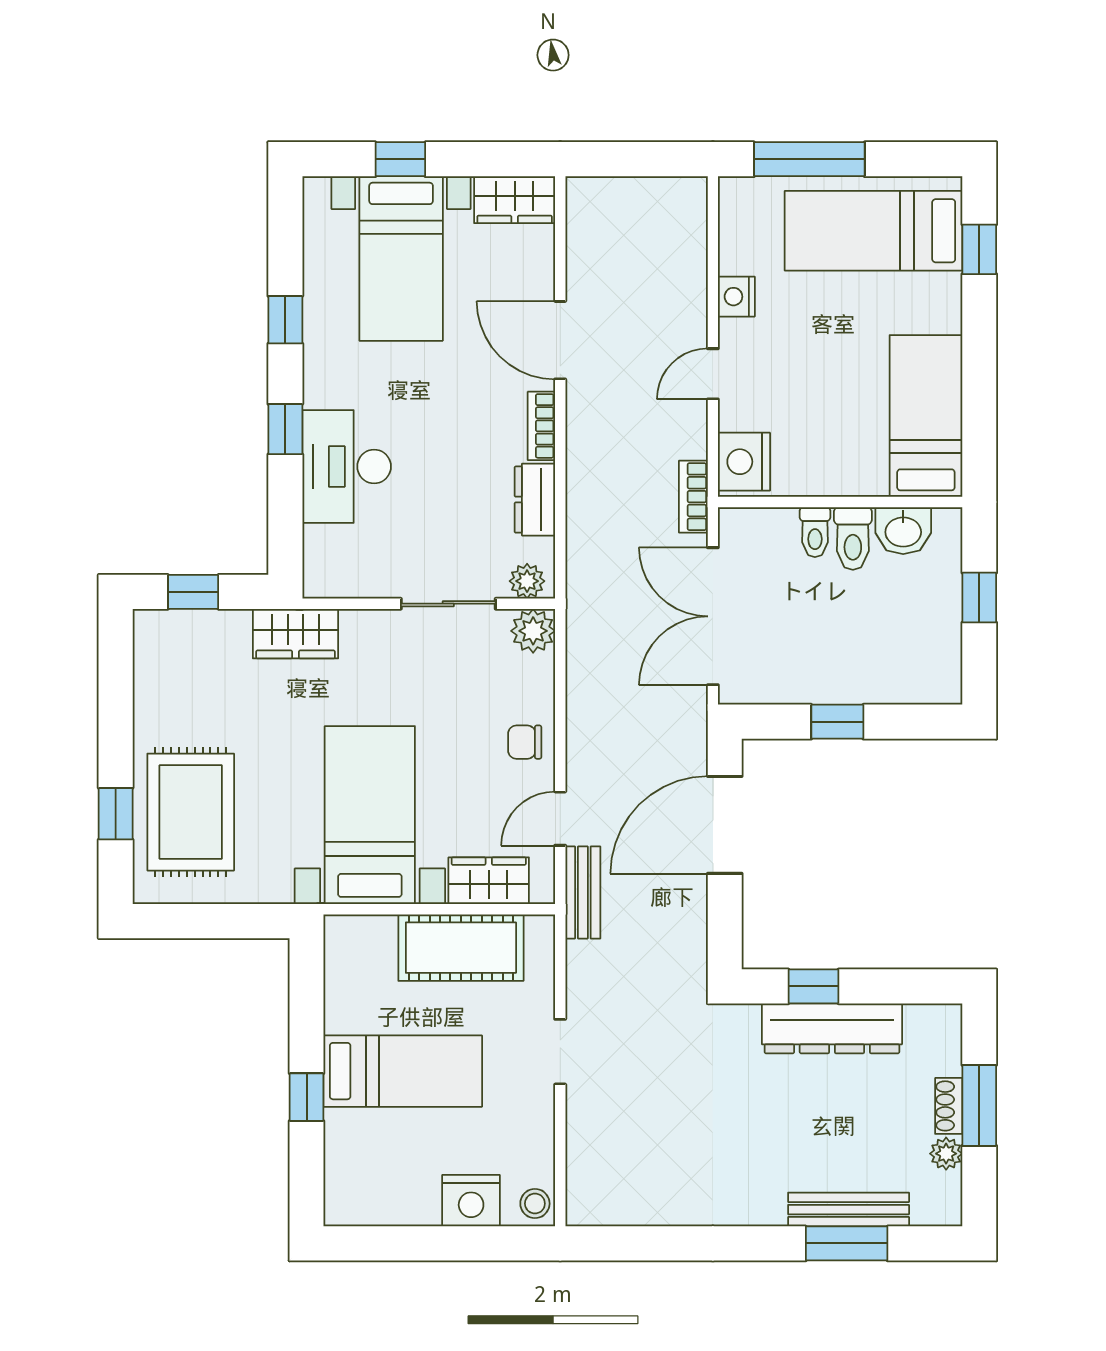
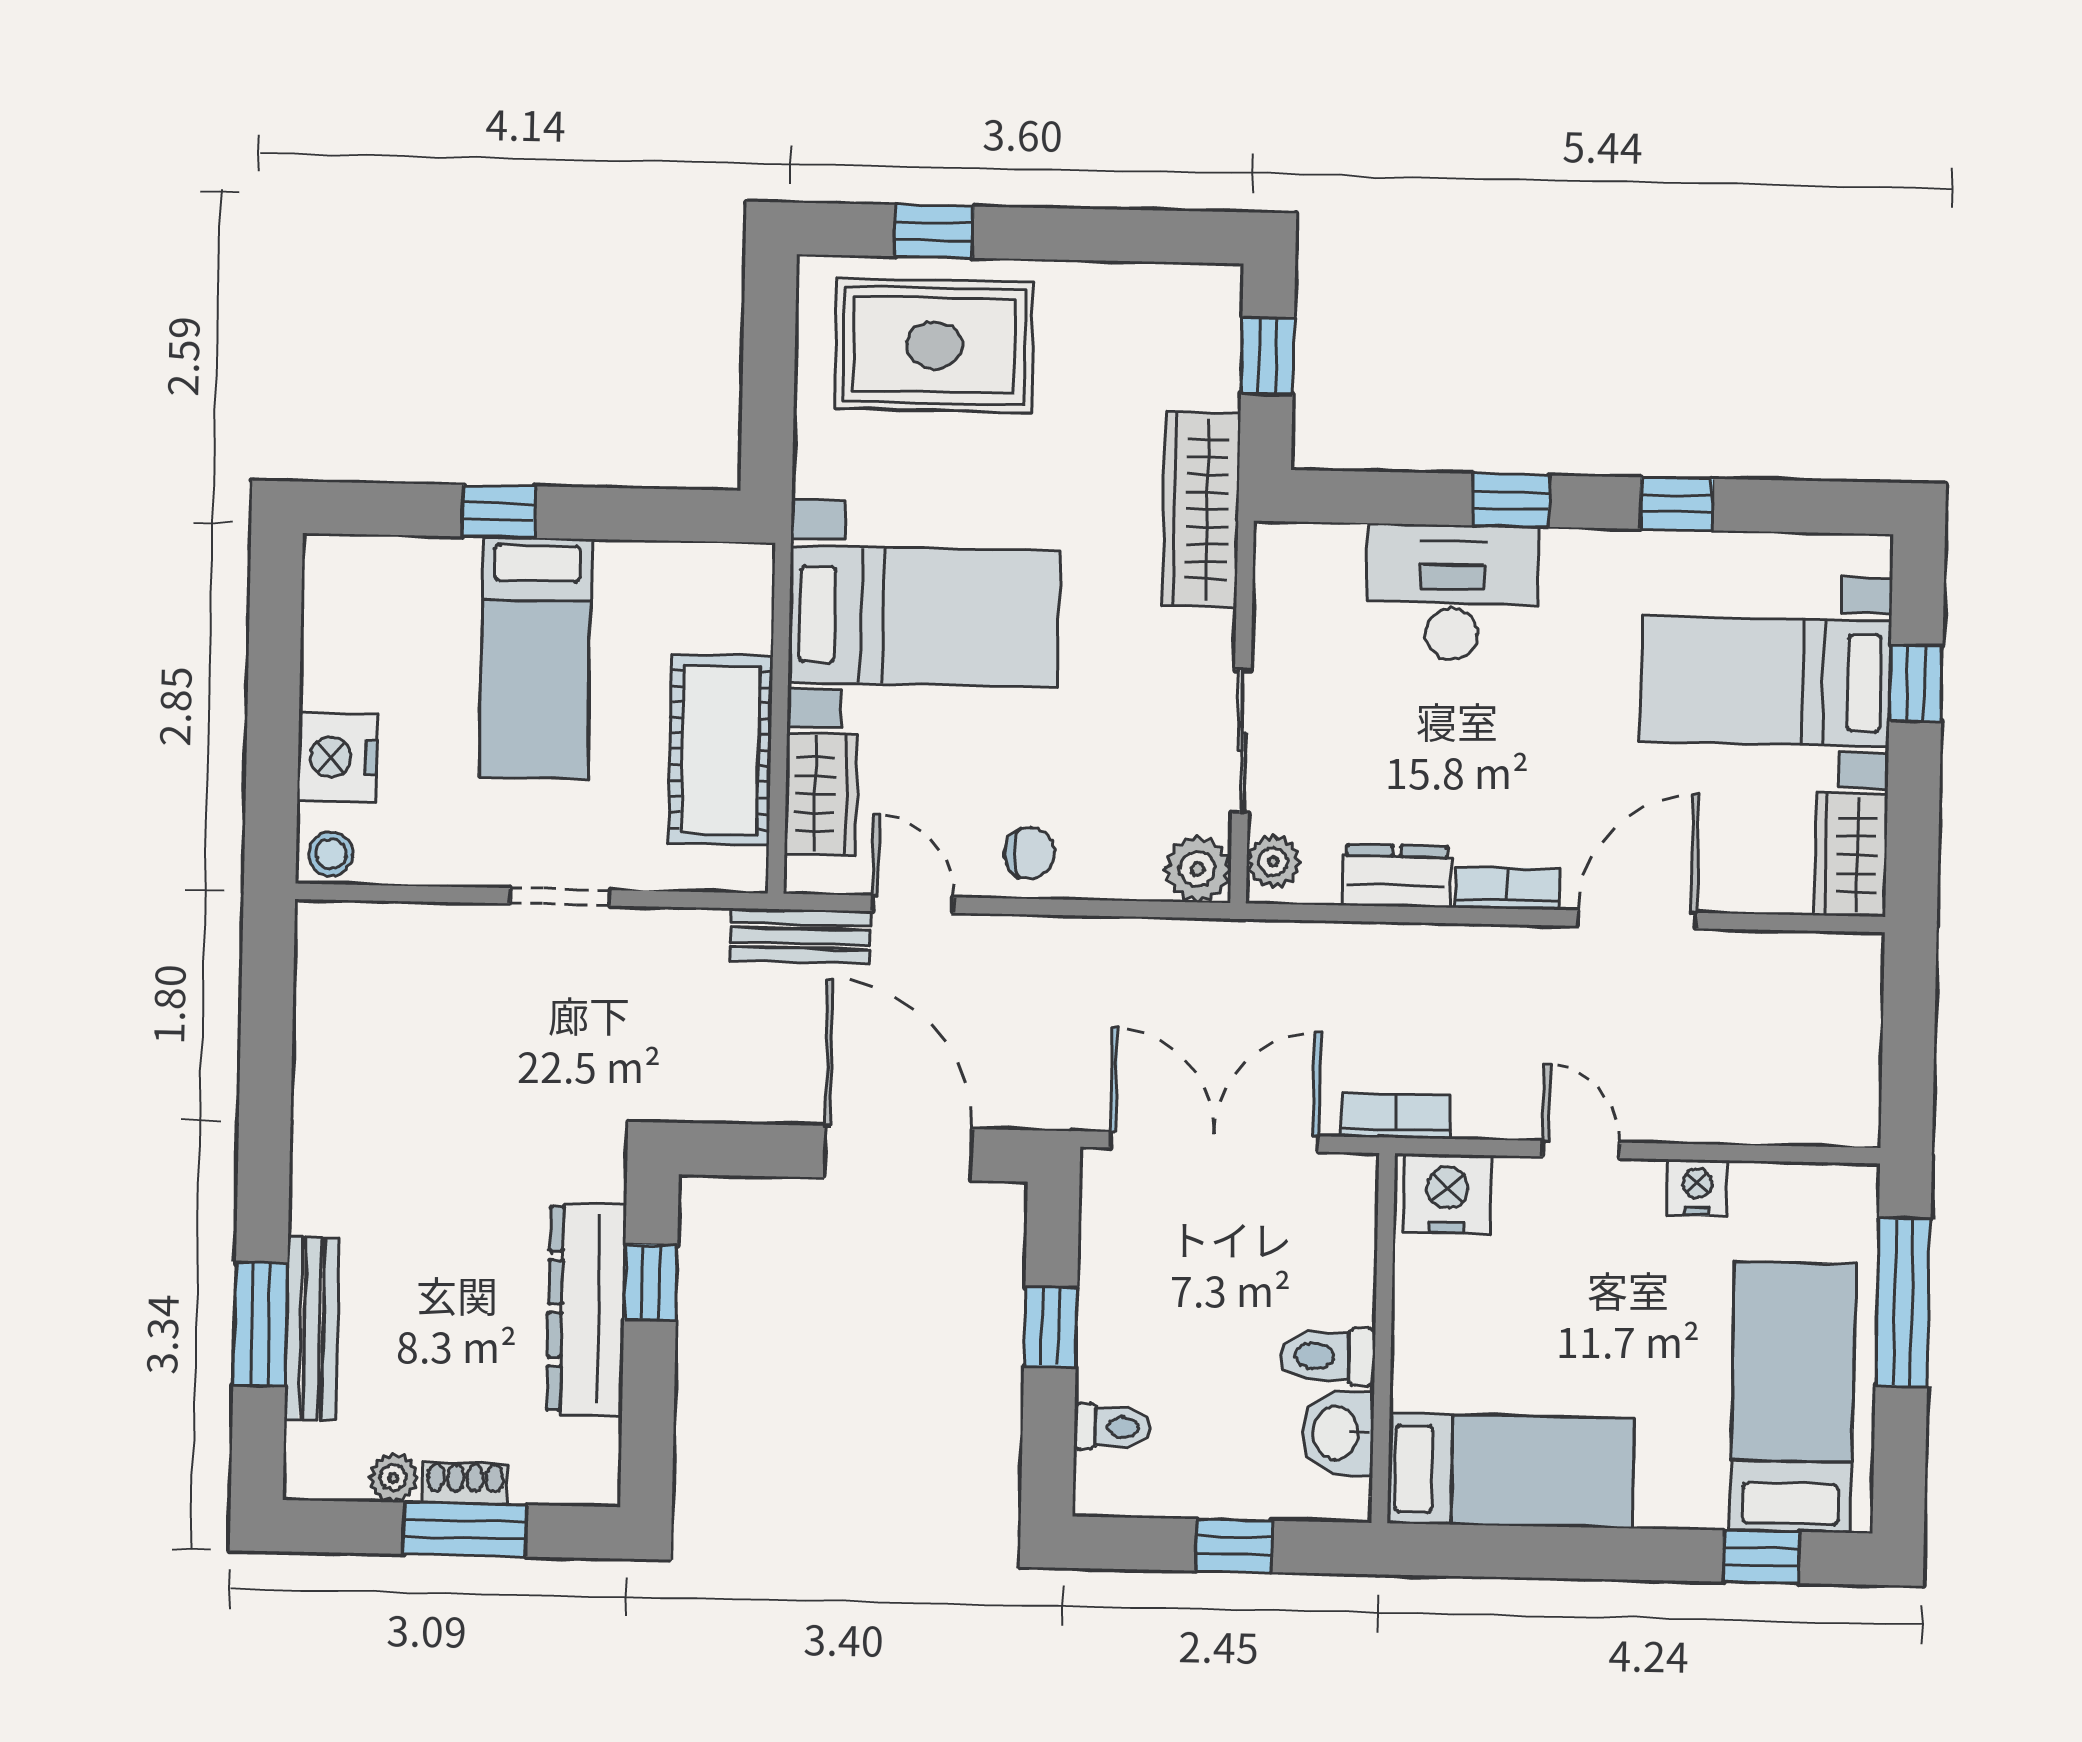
toilet: (815, 532) -> (1112, 1427), moved, turned 180
wardrobe: (296, 634) -> (1201, 509), width x1.50
chair: (525, 742) -> (1030, 853), turned 90

